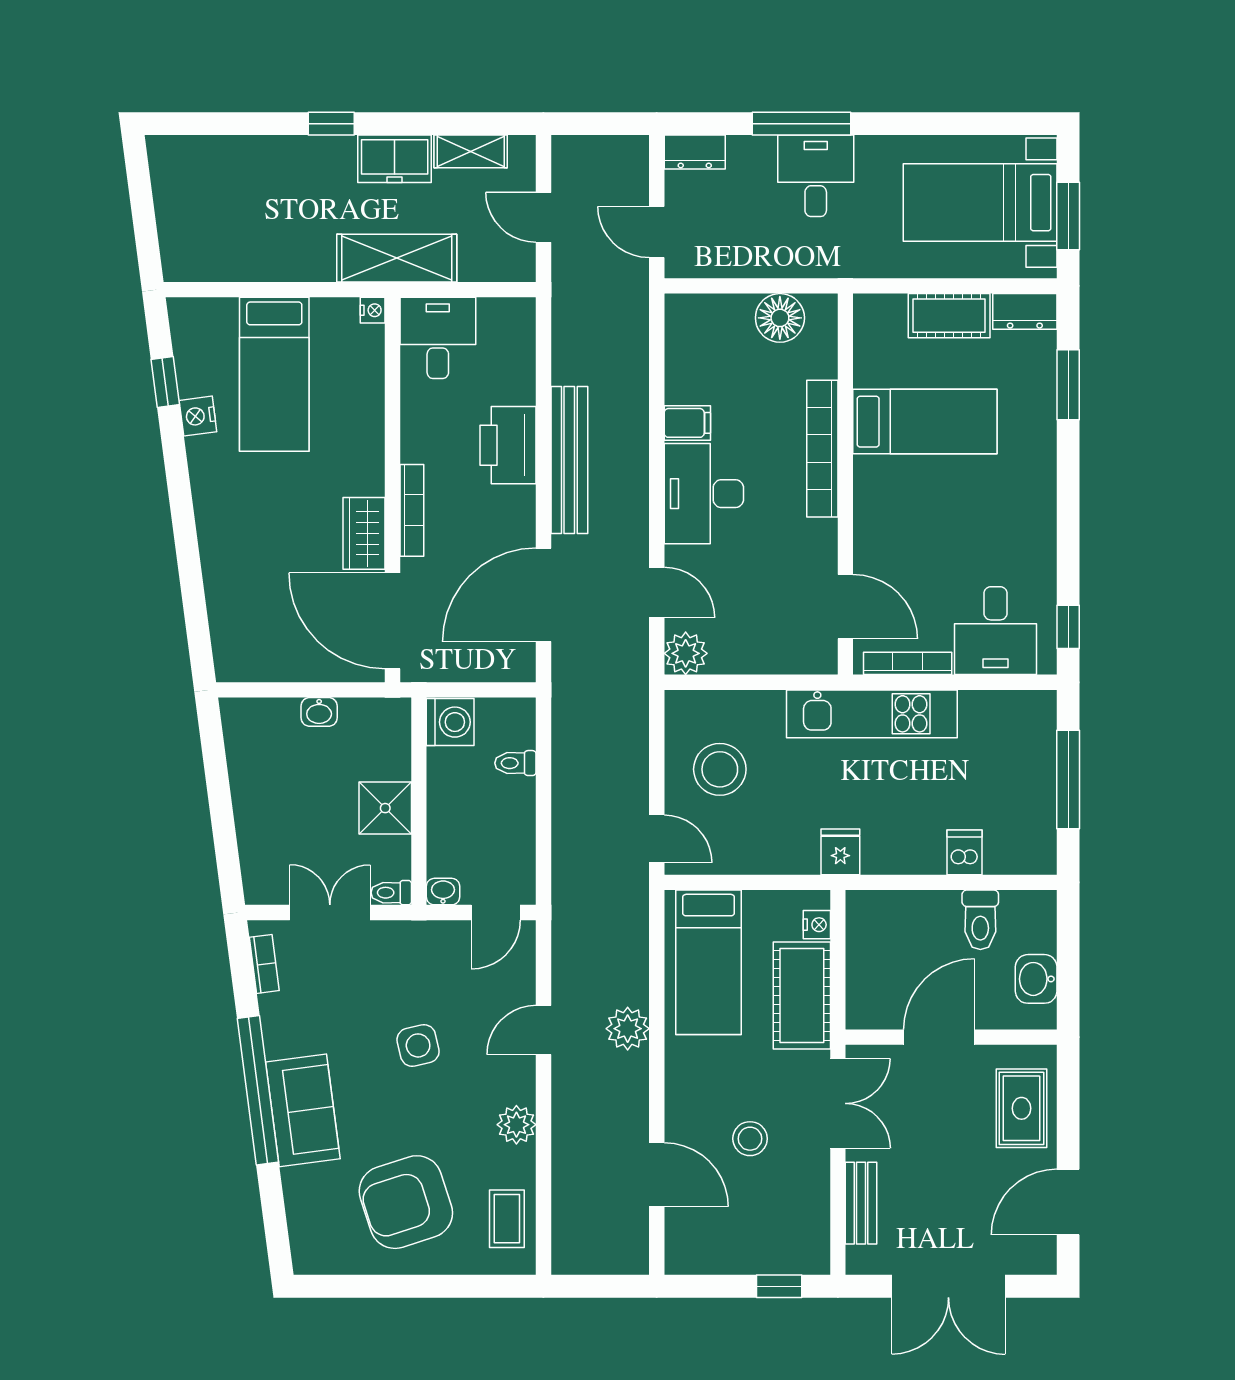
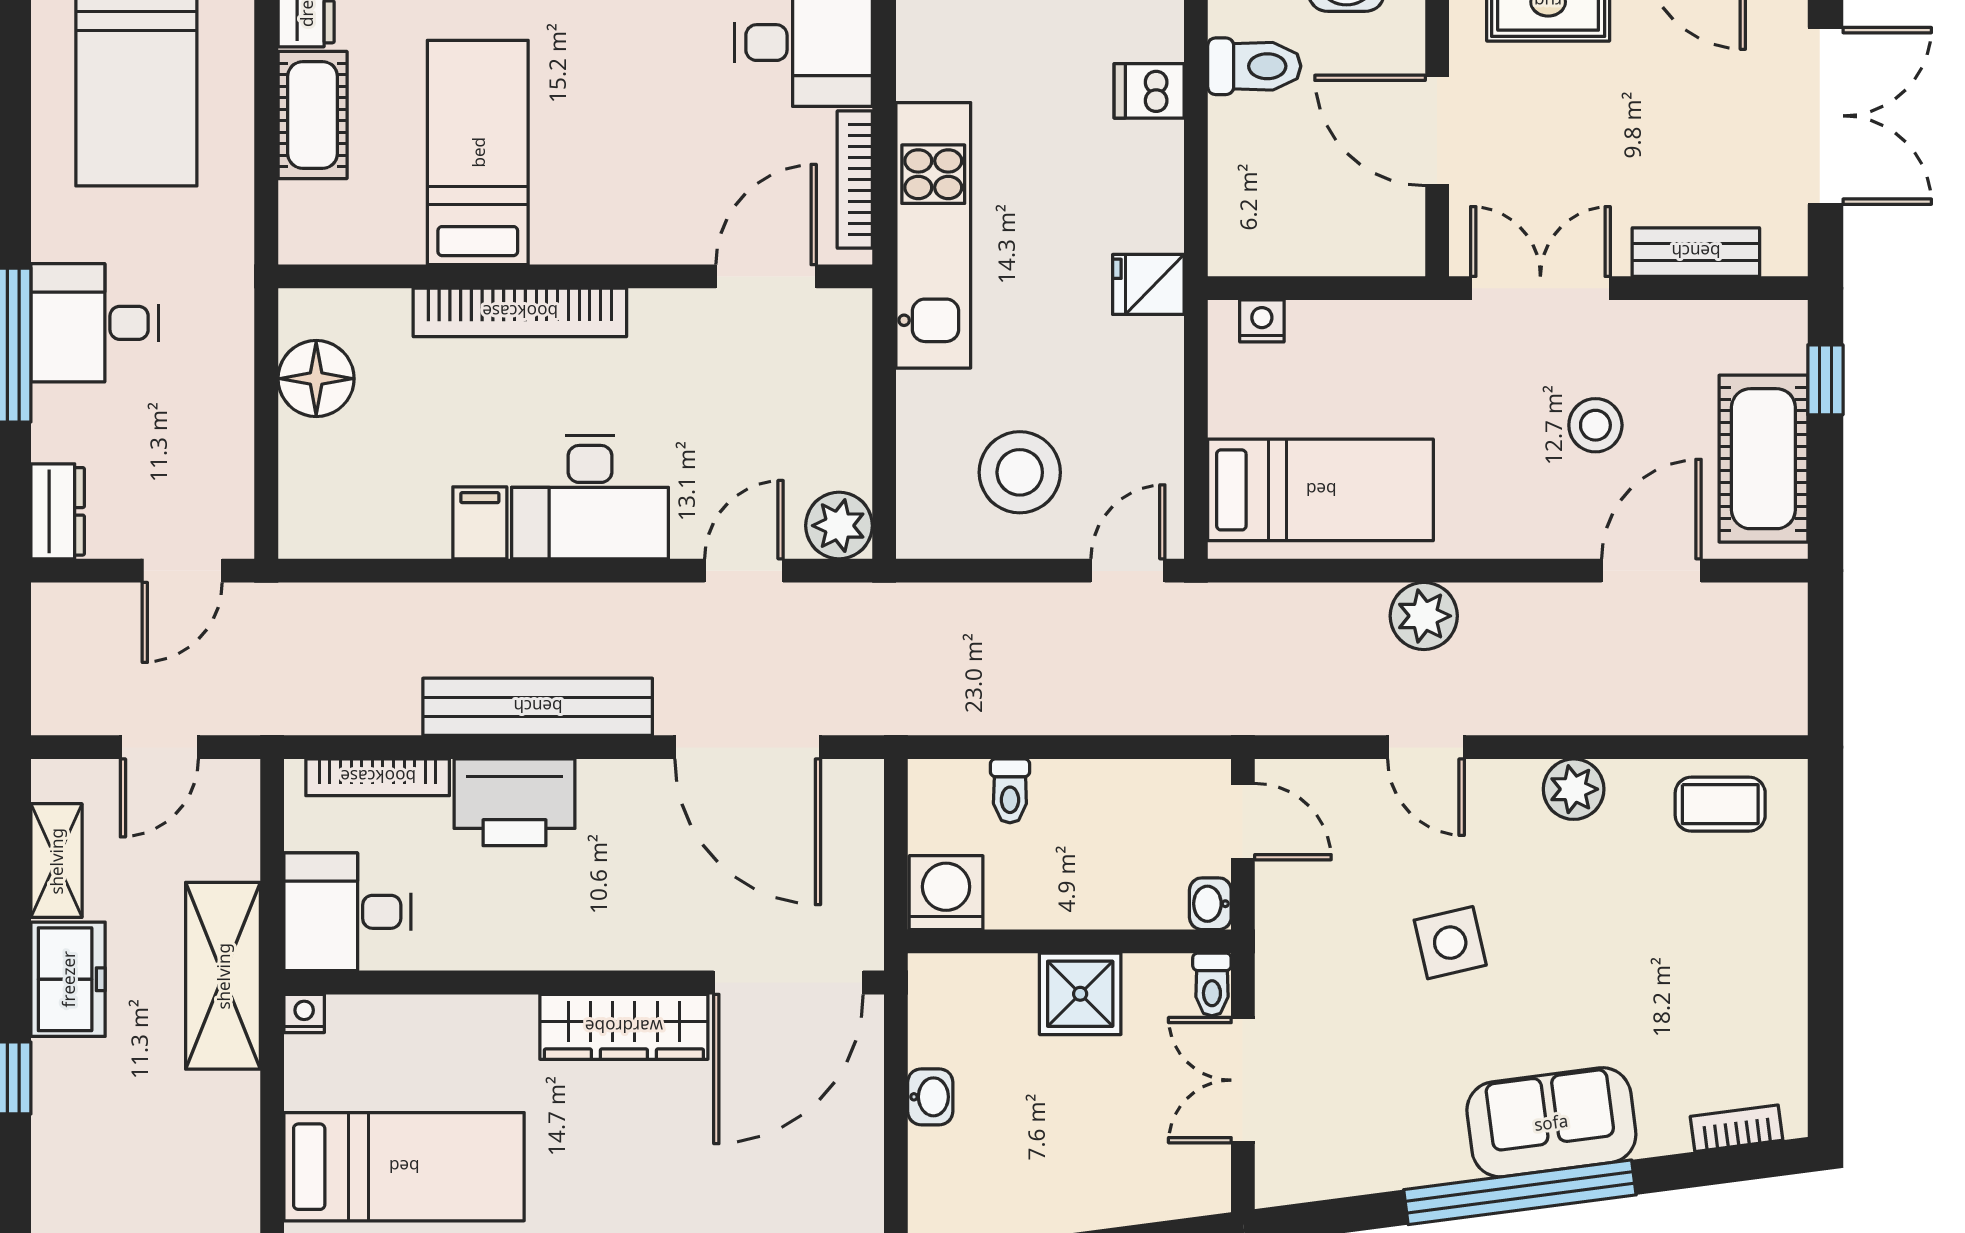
bookcase: (412, 510) -> (378, 777), moved, turned 180
wardrobe: (364, 533) -> (624, 1027), width x1.50
bookcase: (264, 964) -> (1737, 1128), moved
cot: (802, 995) -> (1763, 459), moved, turned 90
armchair: (406, 1202) -> (1694, 962), removed

